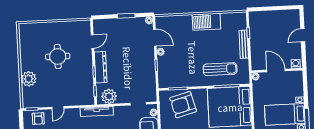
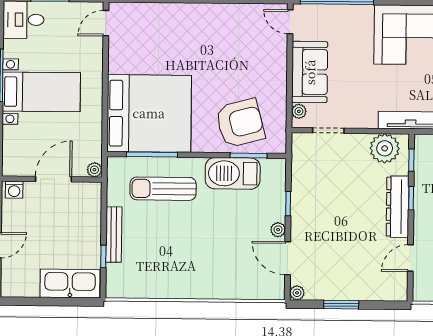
kitchen sink: (264, 18) -> (70, 284), added
barbecue: (206, 22) -> (233, 173), moved, turned 180
door: (276, 70) -> (54, 179), swing flipped

